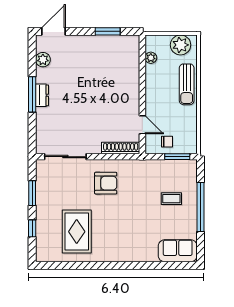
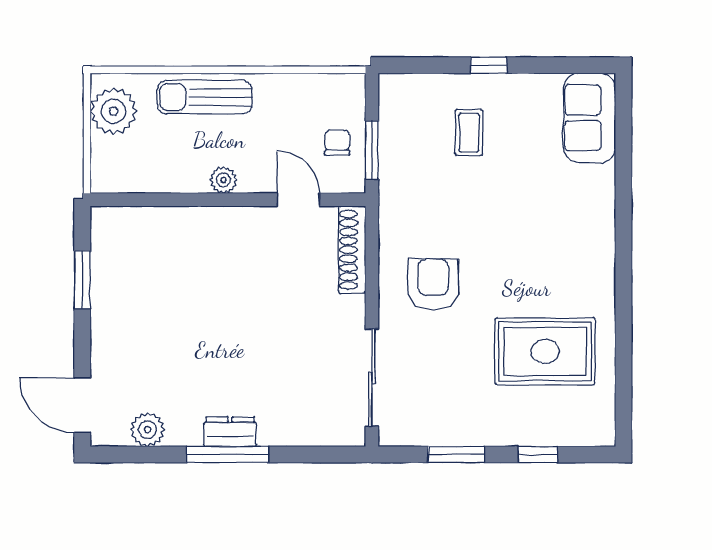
plant: (151, 58) -> (223, 180), moved
sun lounger: (187, 84) -> (205, 97), turned 180
door: (142, 125) -> (298, 200), hinge flipped
window: (177, 157) -> (372, 150), moved
window: (200, 207) -> (489, 65), width x0.32

